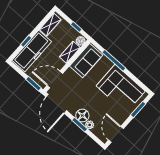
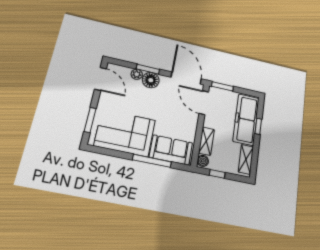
sofa: (86, 61) -> (171, 150), moved, turned 90
door: (55, 79) -> (204, 103), swing flipped

